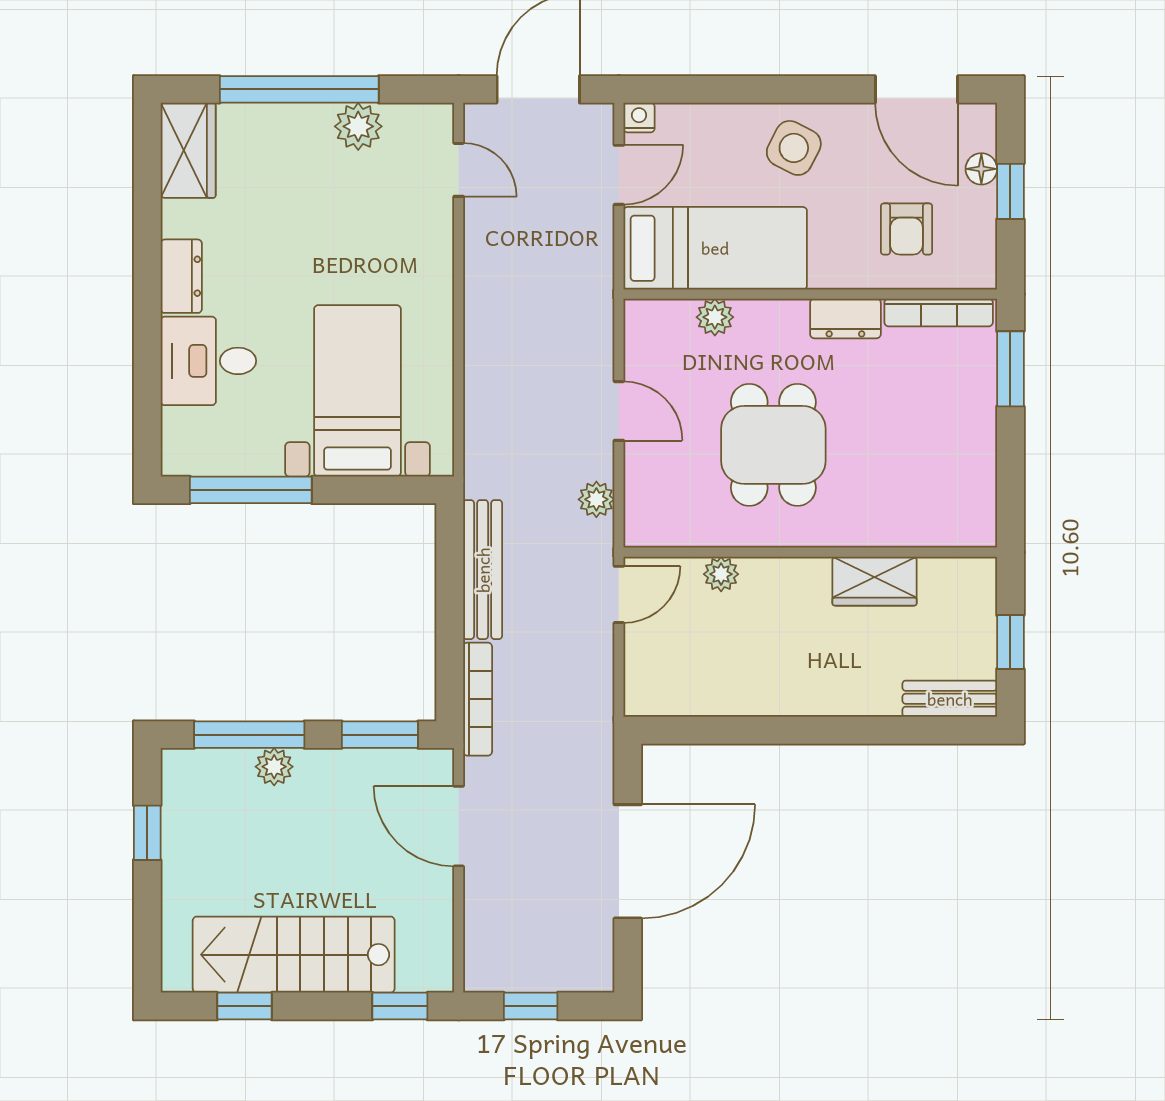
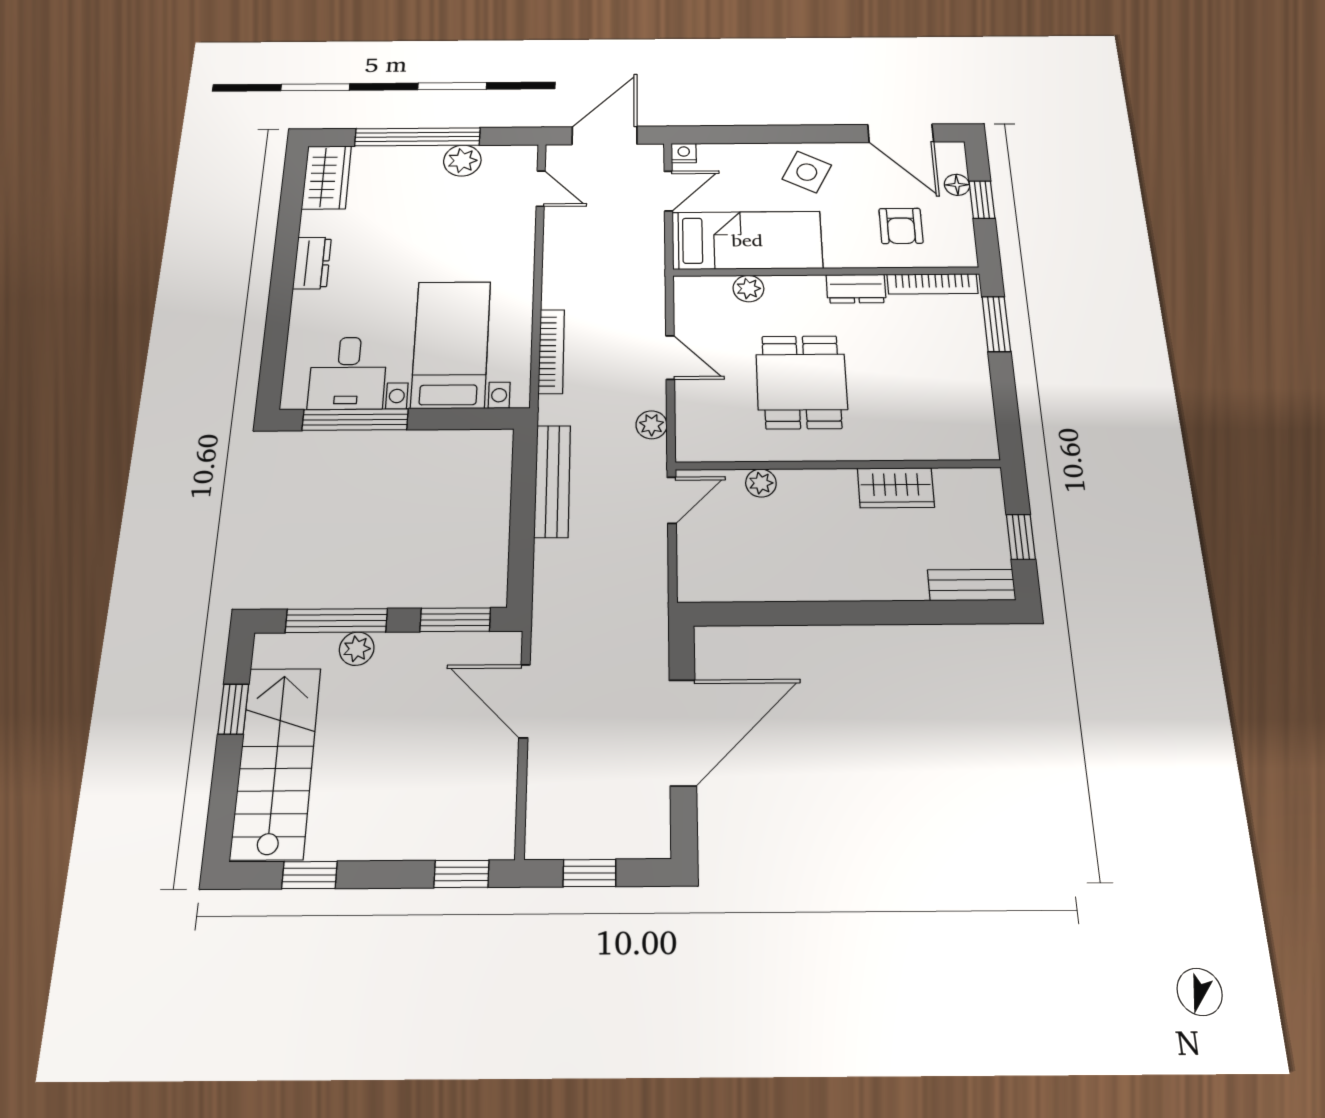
desk: (208, 361) -> (348, 373), moved, turned -90
bookcase: (478, 699) -> (551, 351), moved
stairs: (294, 955) -> (276, 762), moved, turned 90

